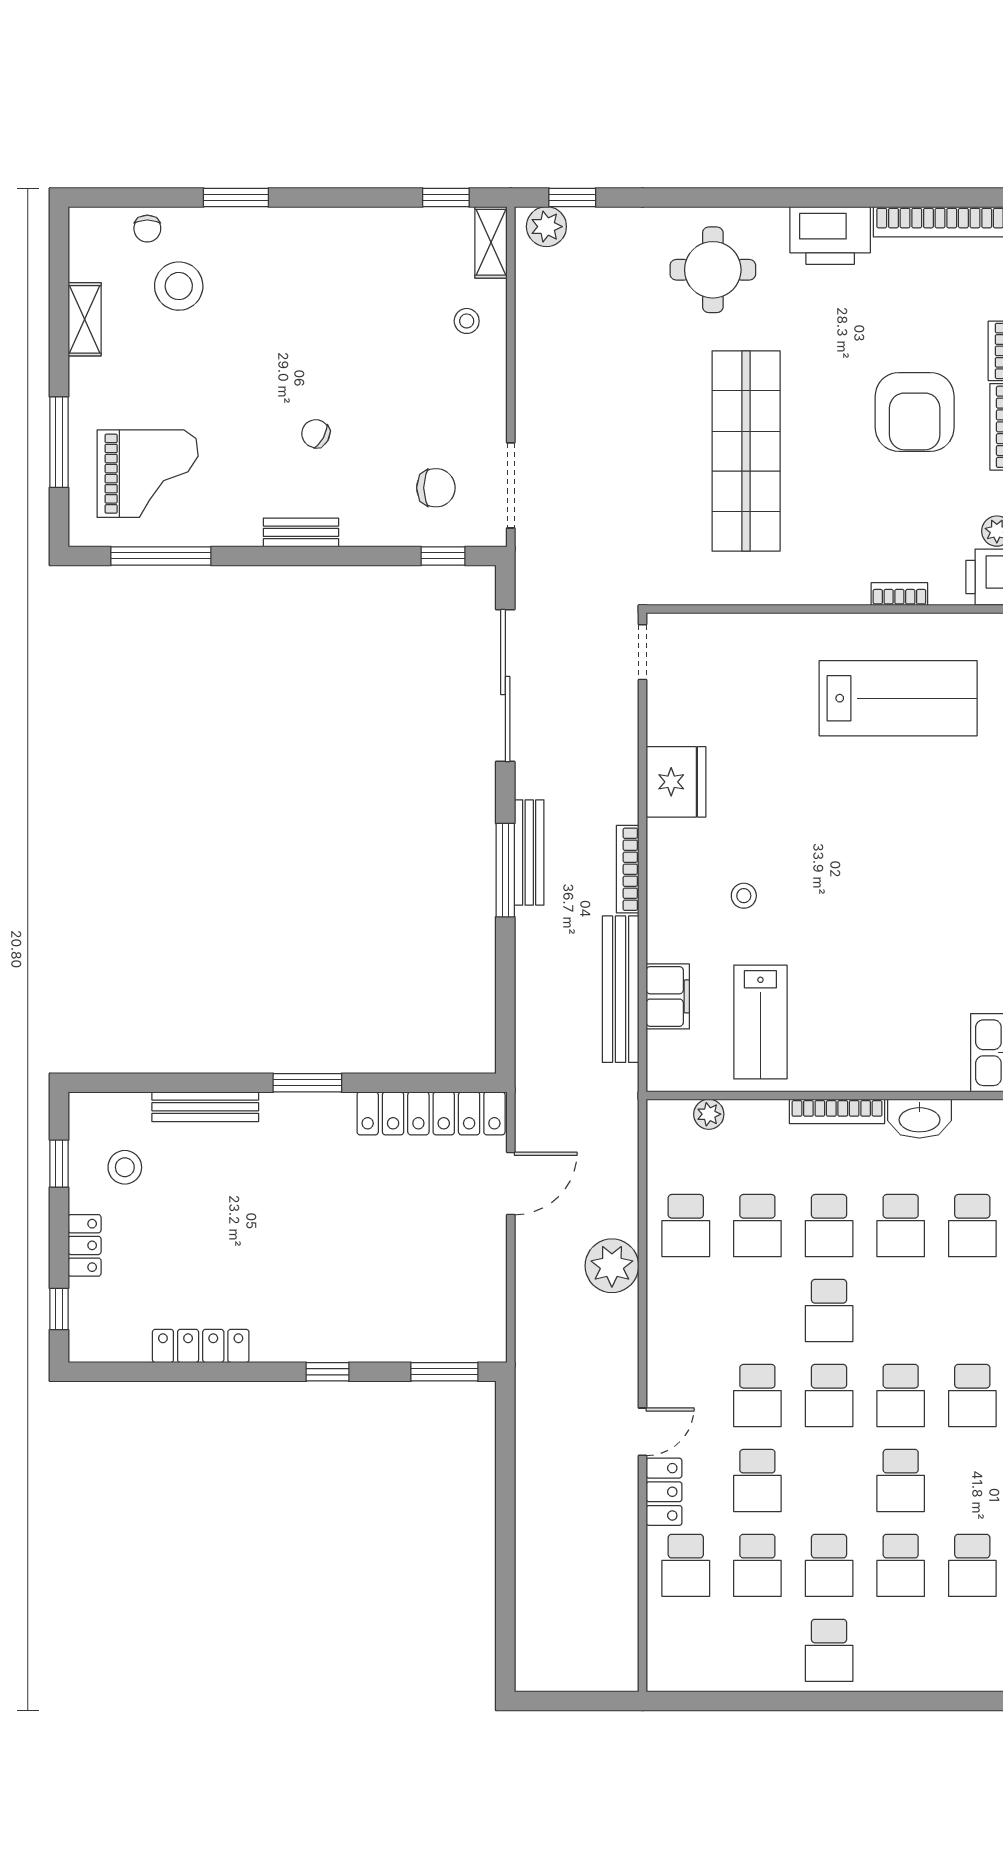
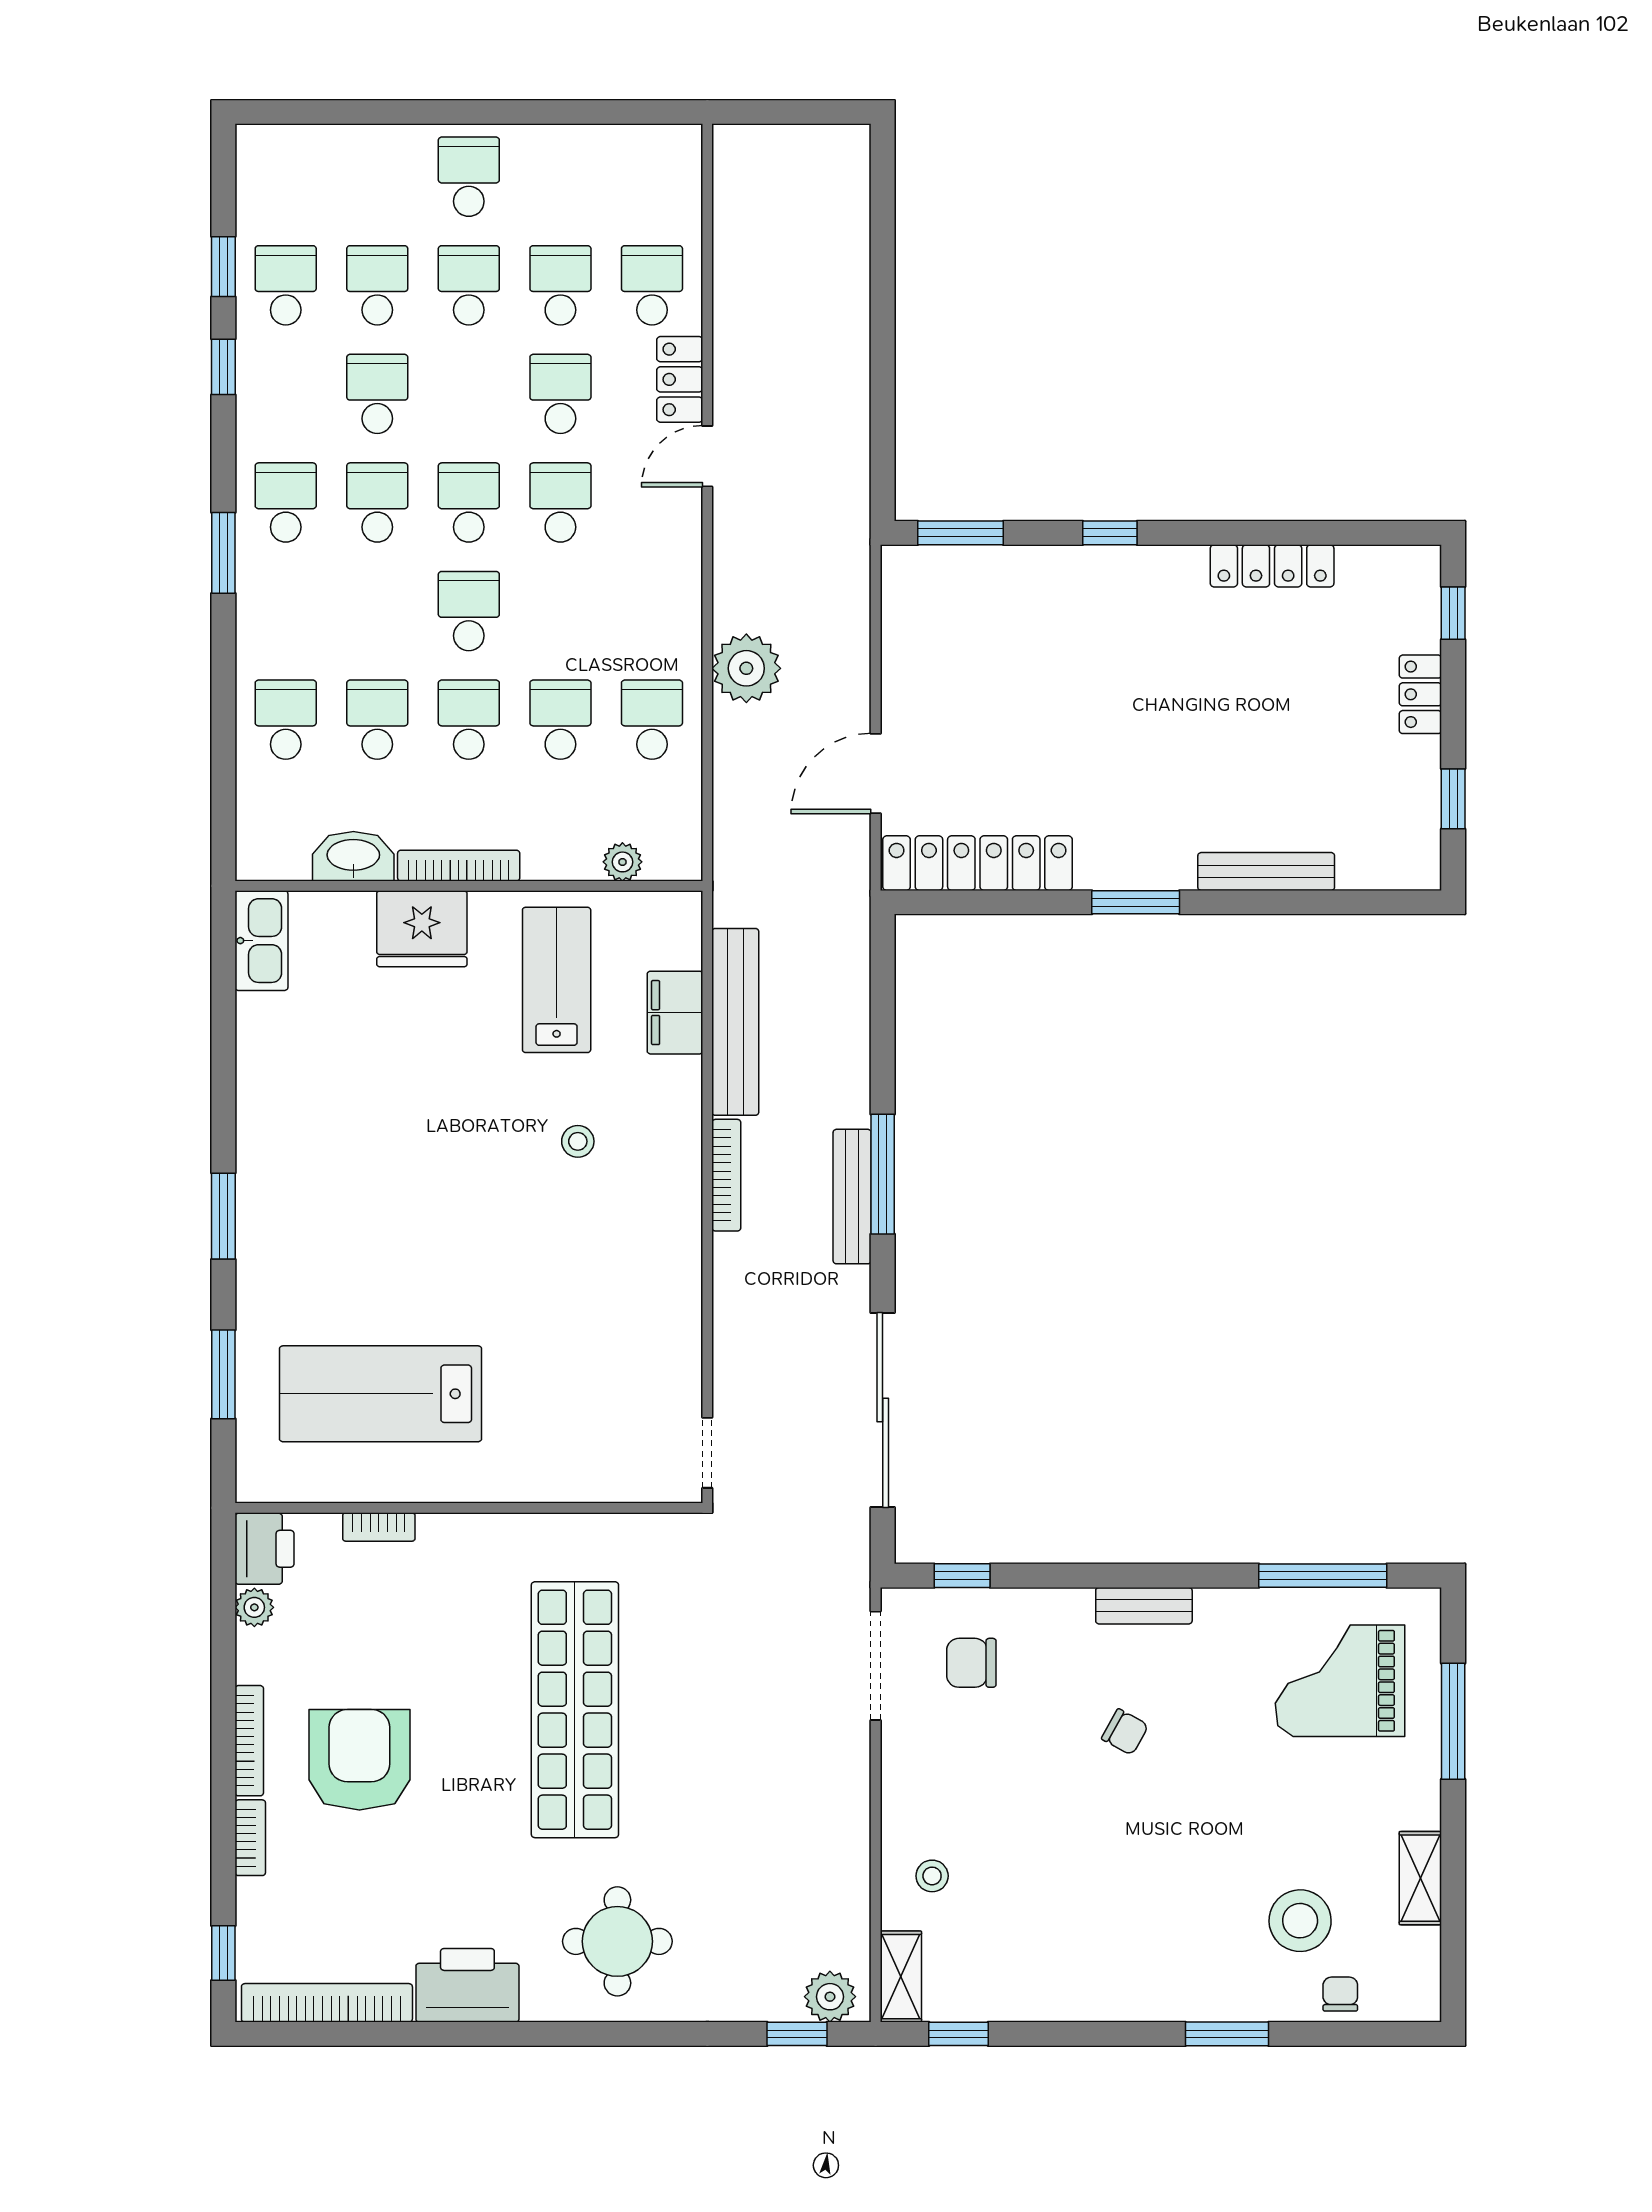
fridge: (676, 782) -> (422, 929), moved, turned -90
stool: (125, 1167) -> (1369, 794), removed

